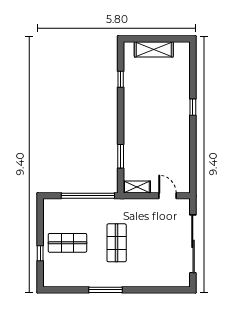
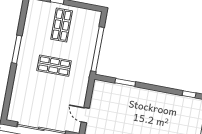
shelving: (137, 187) -> (97, 91), removed
door: (167, 196) -> (85, 115), swing flipped

